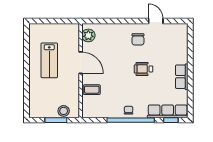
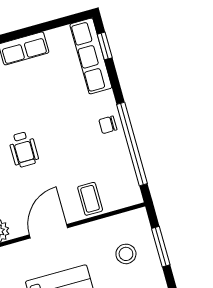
wheelchair: (144, 69) -> (24, 149), moved
stool: (64, 111) -> (126, 254), moved
window: (131, 120) -> (132, 144), moved

